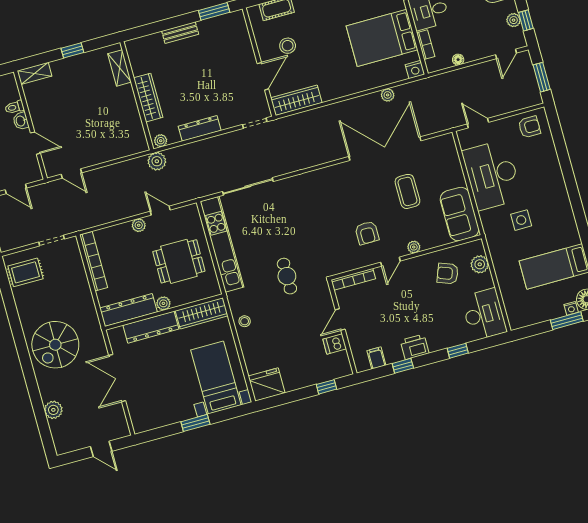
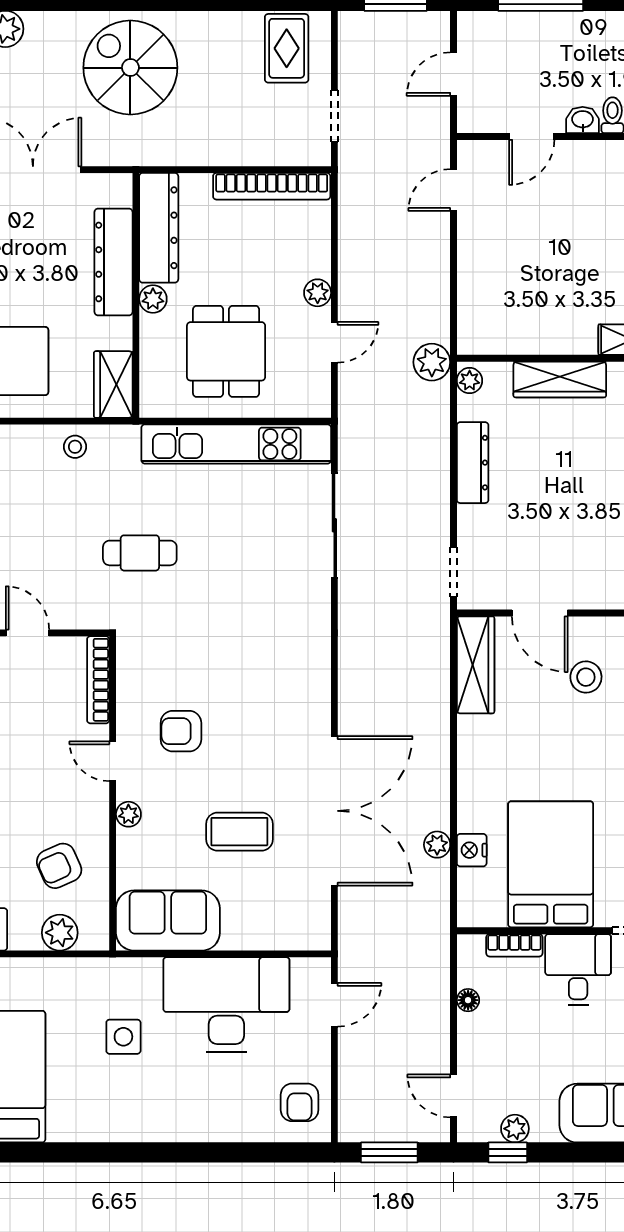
nightstand: (415, 70) -> (472, 850), moved
armchair: (448, 273) -> (59, 866), turned -135
wardrobe: (202, 313) -> (113, 385), width x0.67

